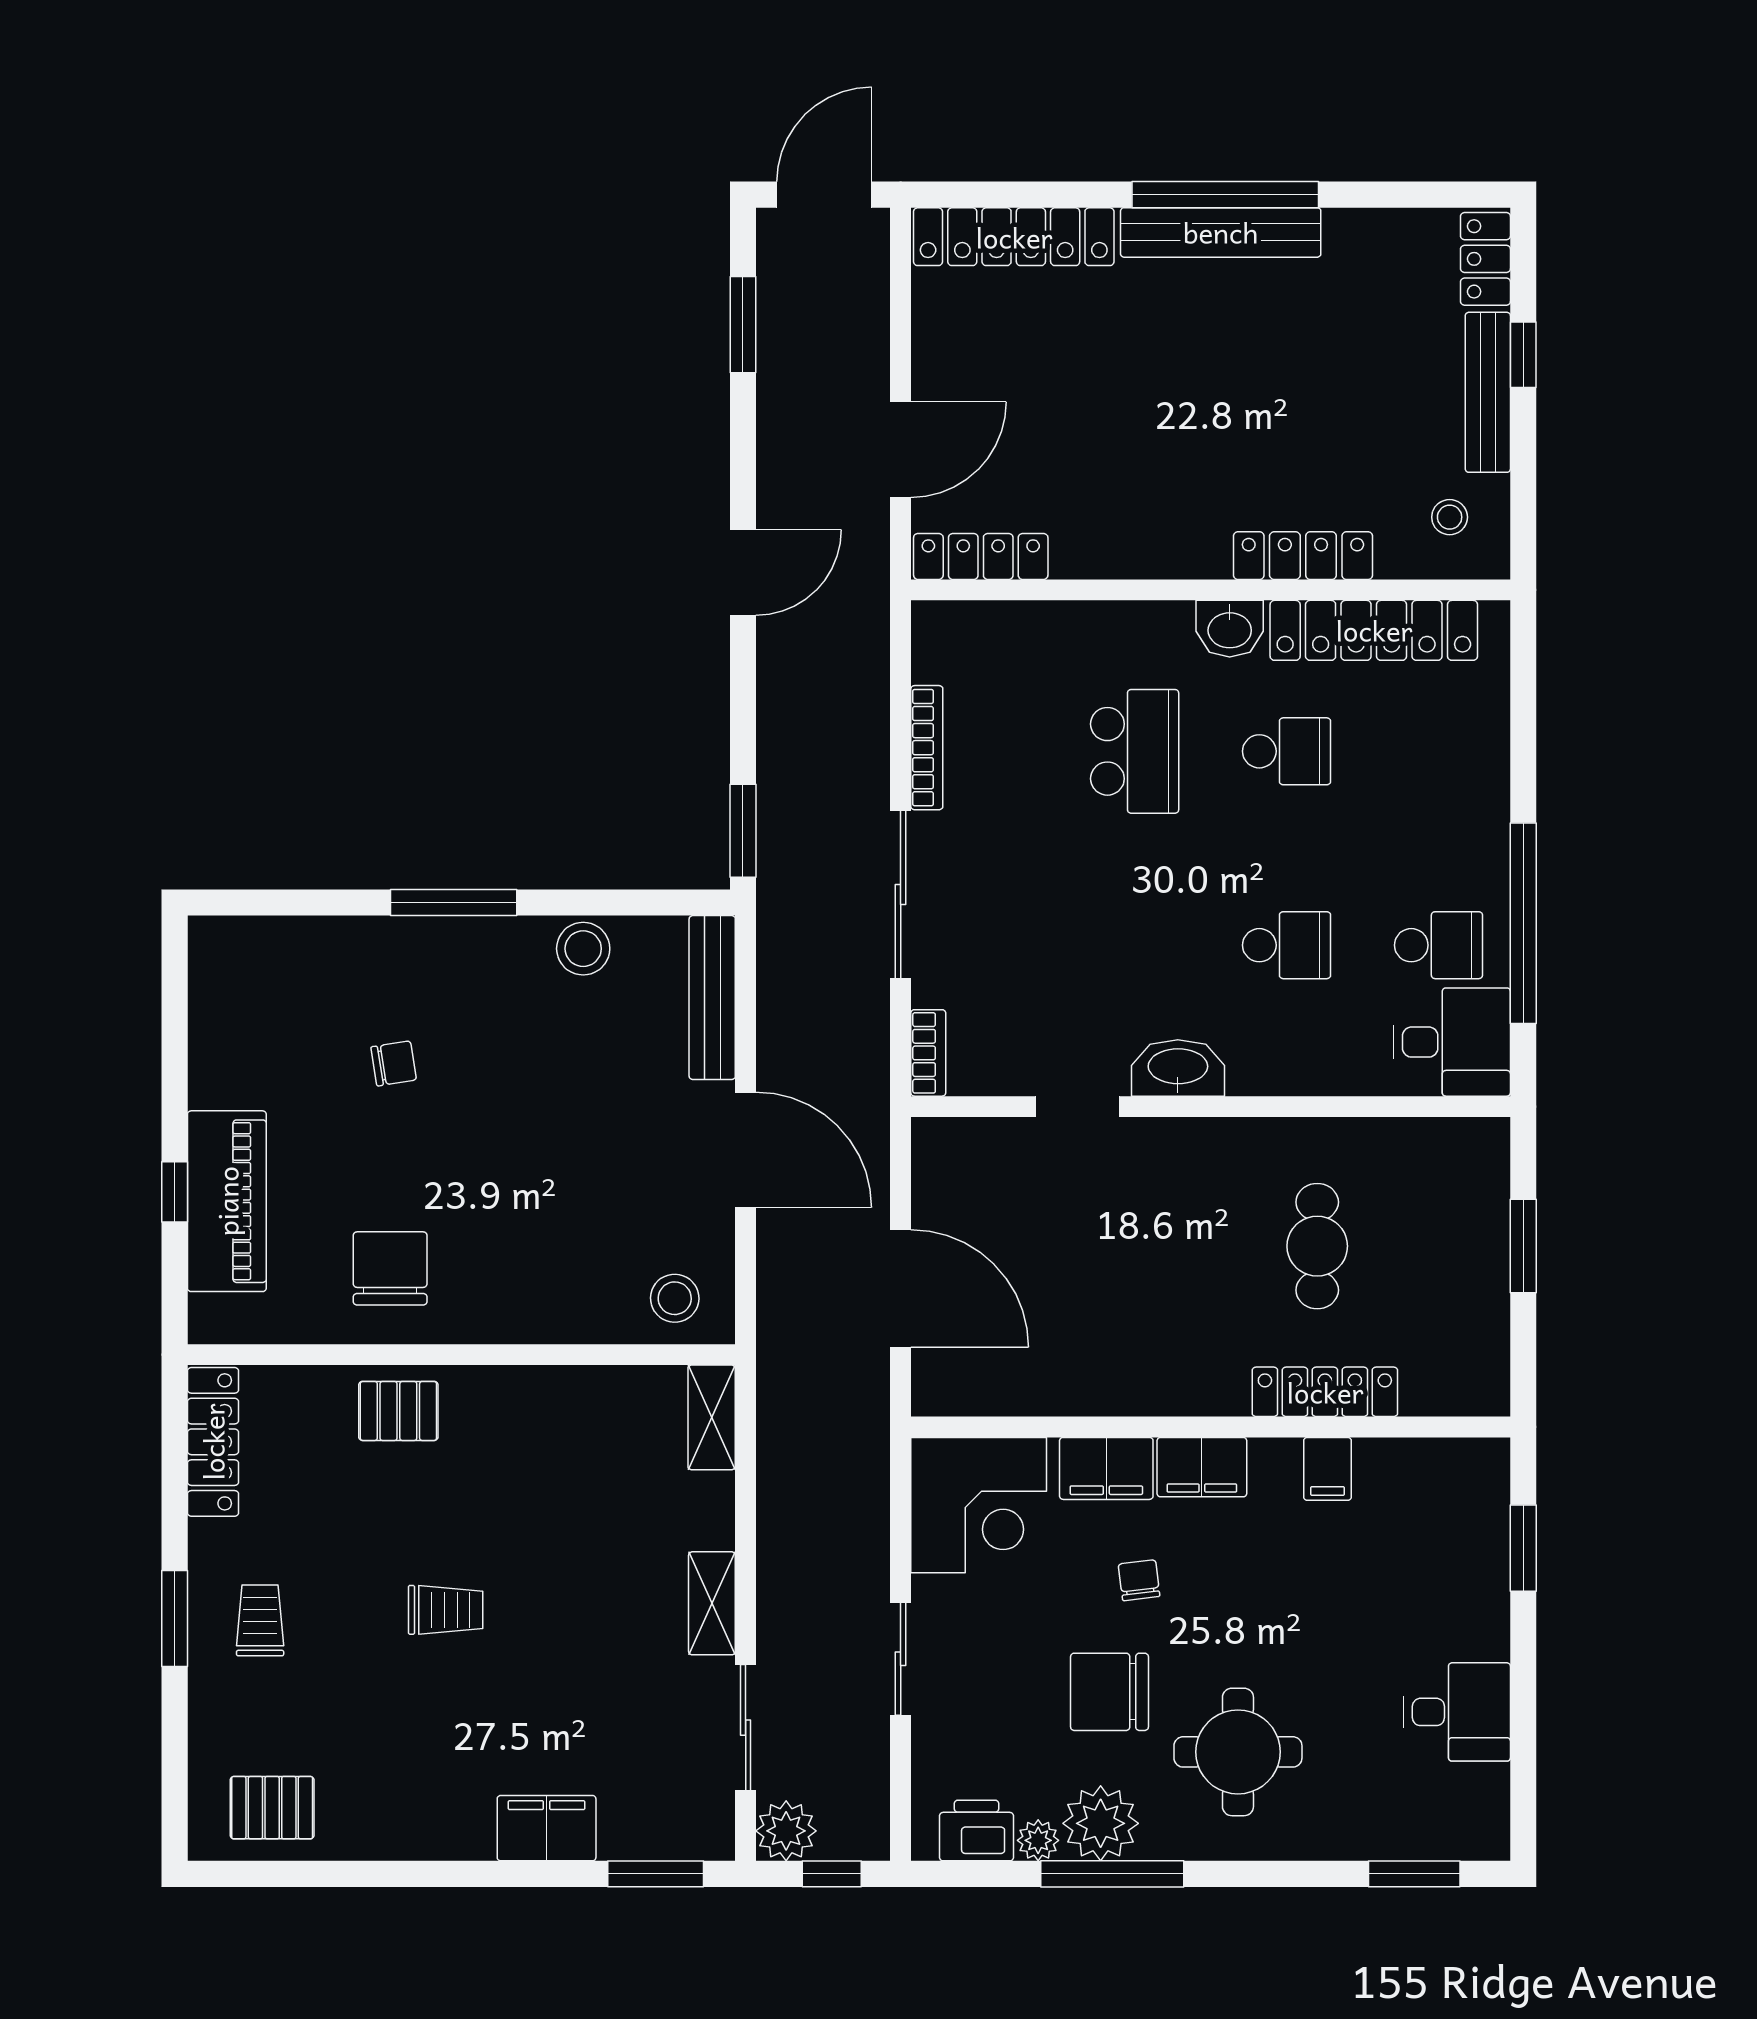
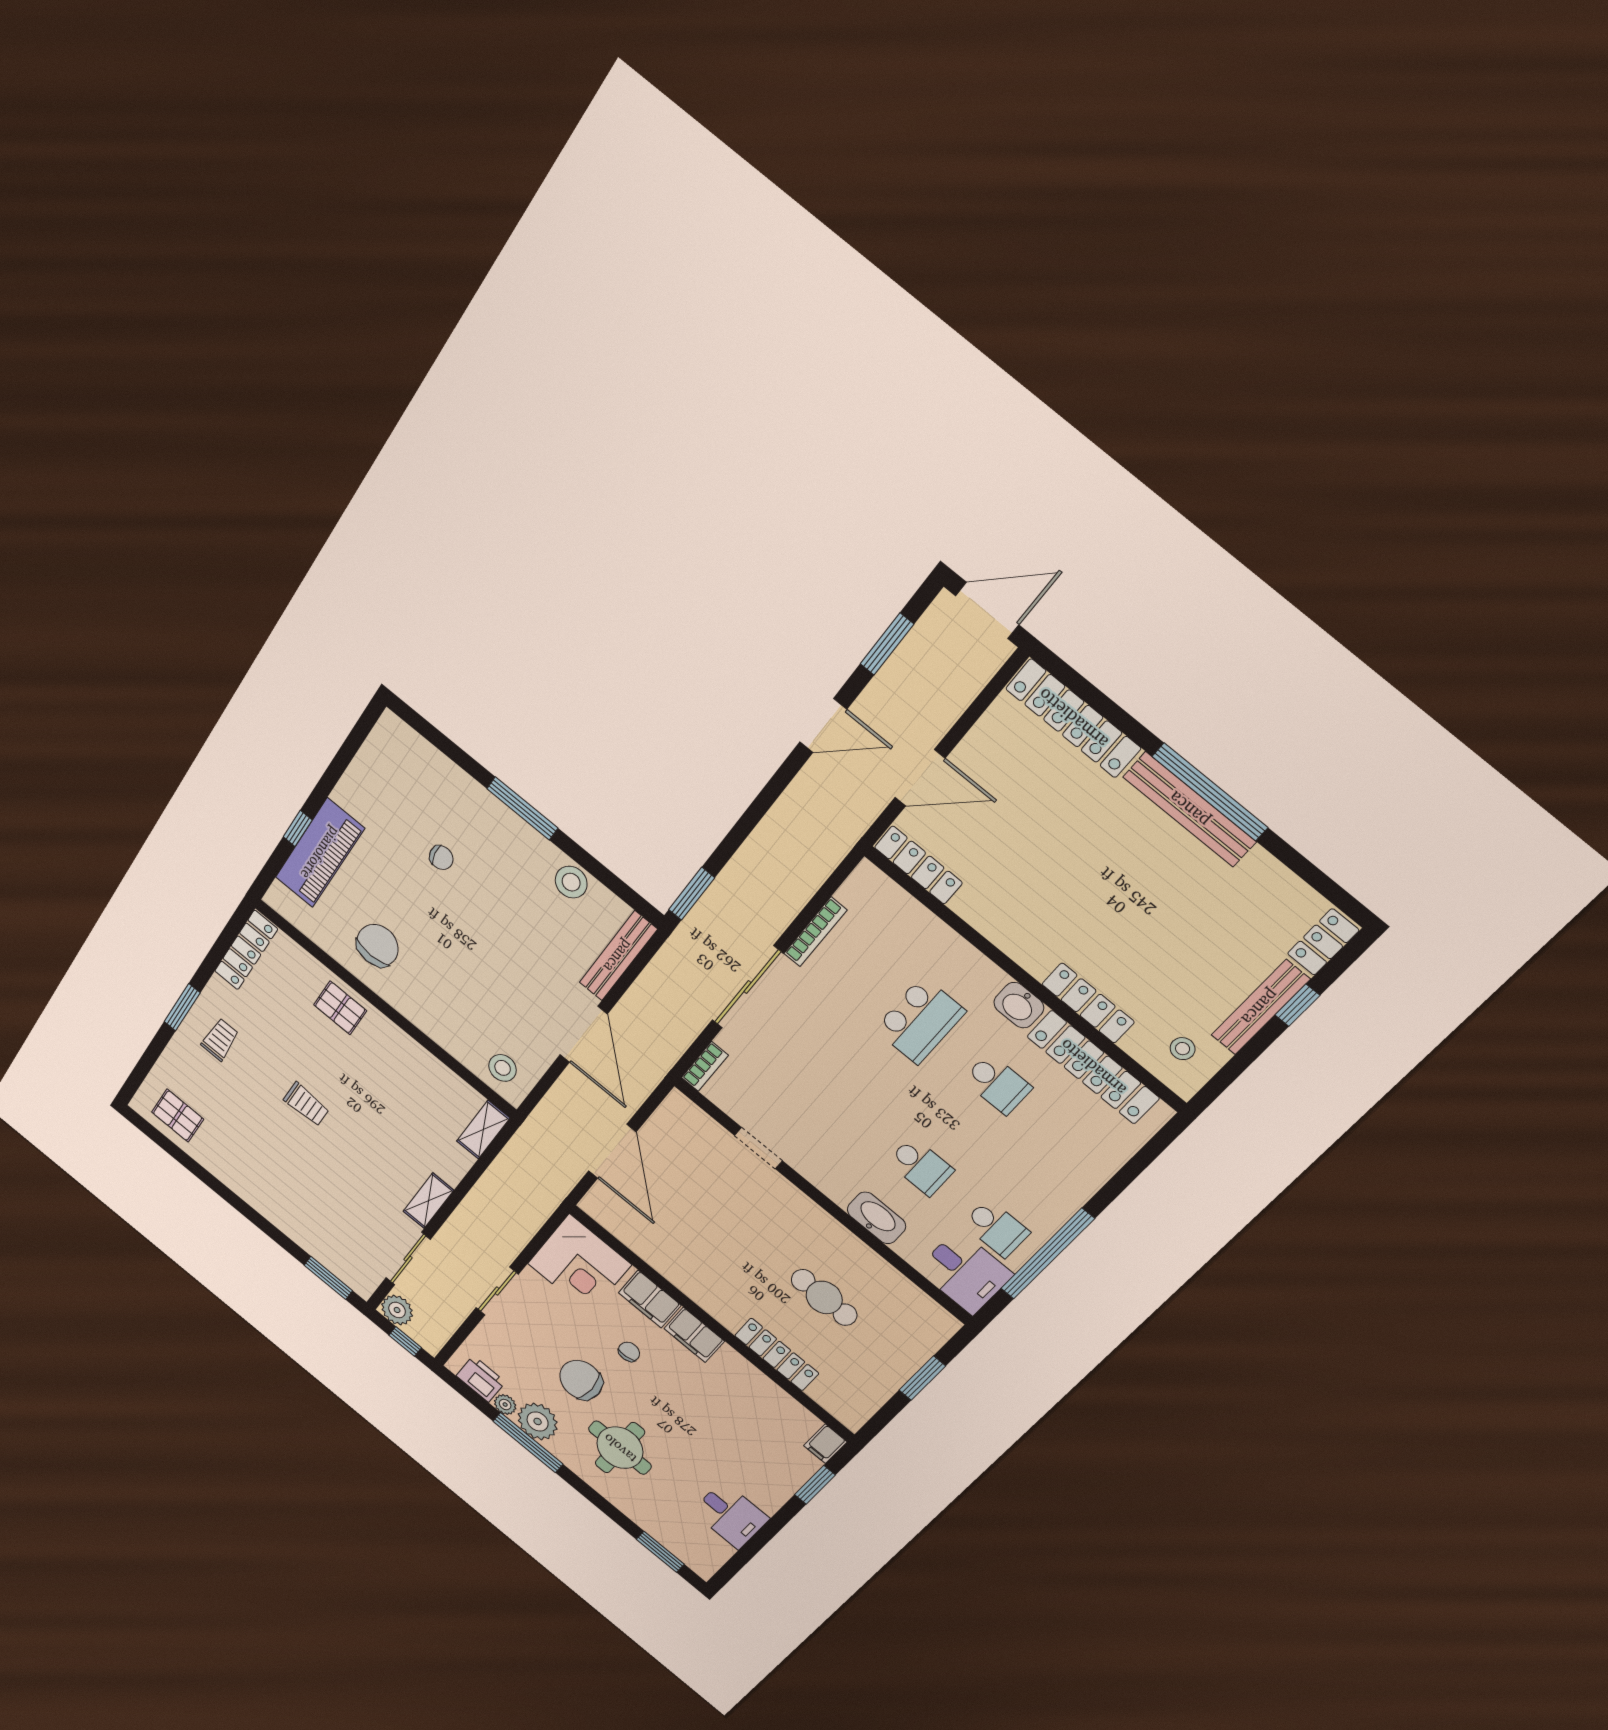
door: (743, 572) -> (823, 726), moved
washbasin: (1178, 1068) -> (876, 1218), moved
cafe table: (1317, 1246) -> (824, 1297), turned 90
filing cabinet: (1327, 1469) -> (825, 1444), moved
filing cabinet: (547, 1828) -> (293, 1222), removed

